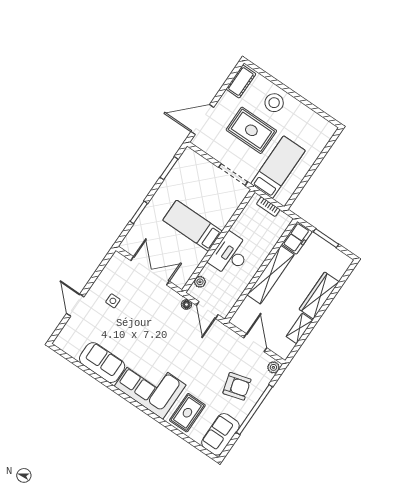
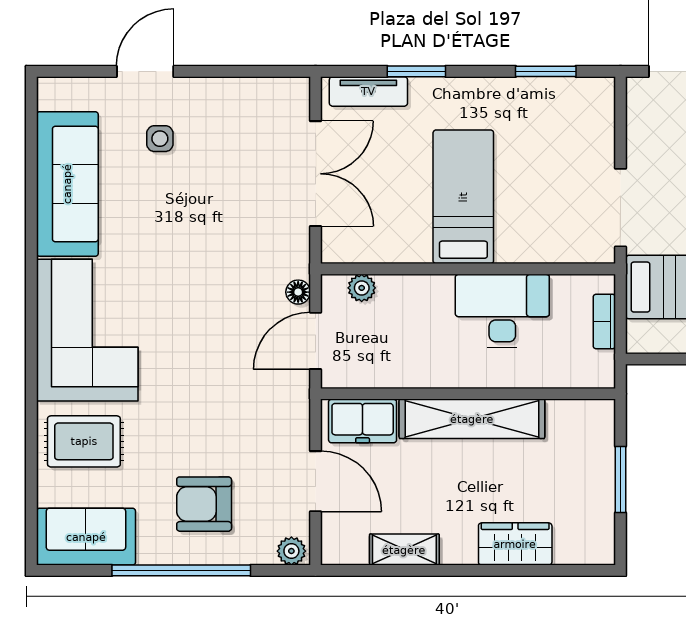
tv unit: (134, 234) -> (368, 91), added
freezer: (297, 238) -> (363, 421), moved
desk: (230, 255) -> (502, 311), moved
wardrobe: (319, 296) -> (515, 544), width x0.67
side table: (113, 301) -> (160, 139), moved
door: (255, 343) -> (316, 481), hinge flipped
sofa: (102, 363) -> (67, 184), width x1.36
armchair: (237, 386) -> (204, 504), turned 106

